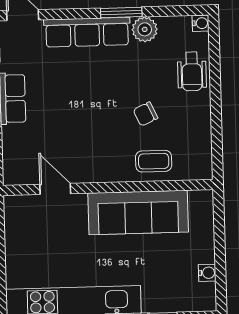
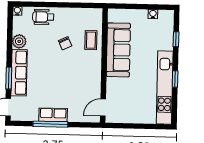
window: (121, 12) -> (9, 78), moved
wheelchair: (192, 71) -> (43, 17), turned 180
door: (55, 189) -> (103, 107), moved

